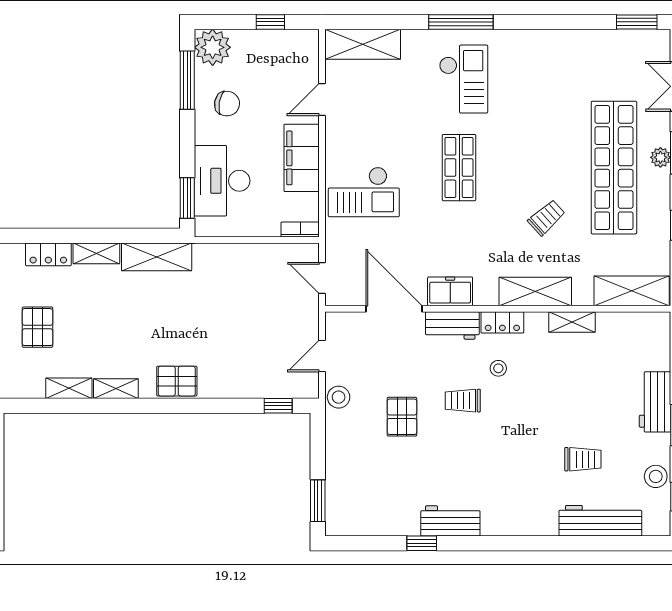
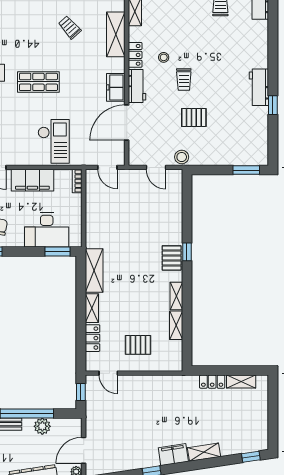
door: (322, 278) -> (107, 167), hinge flipped
window: (278, 406) -> (187, 252), moved

